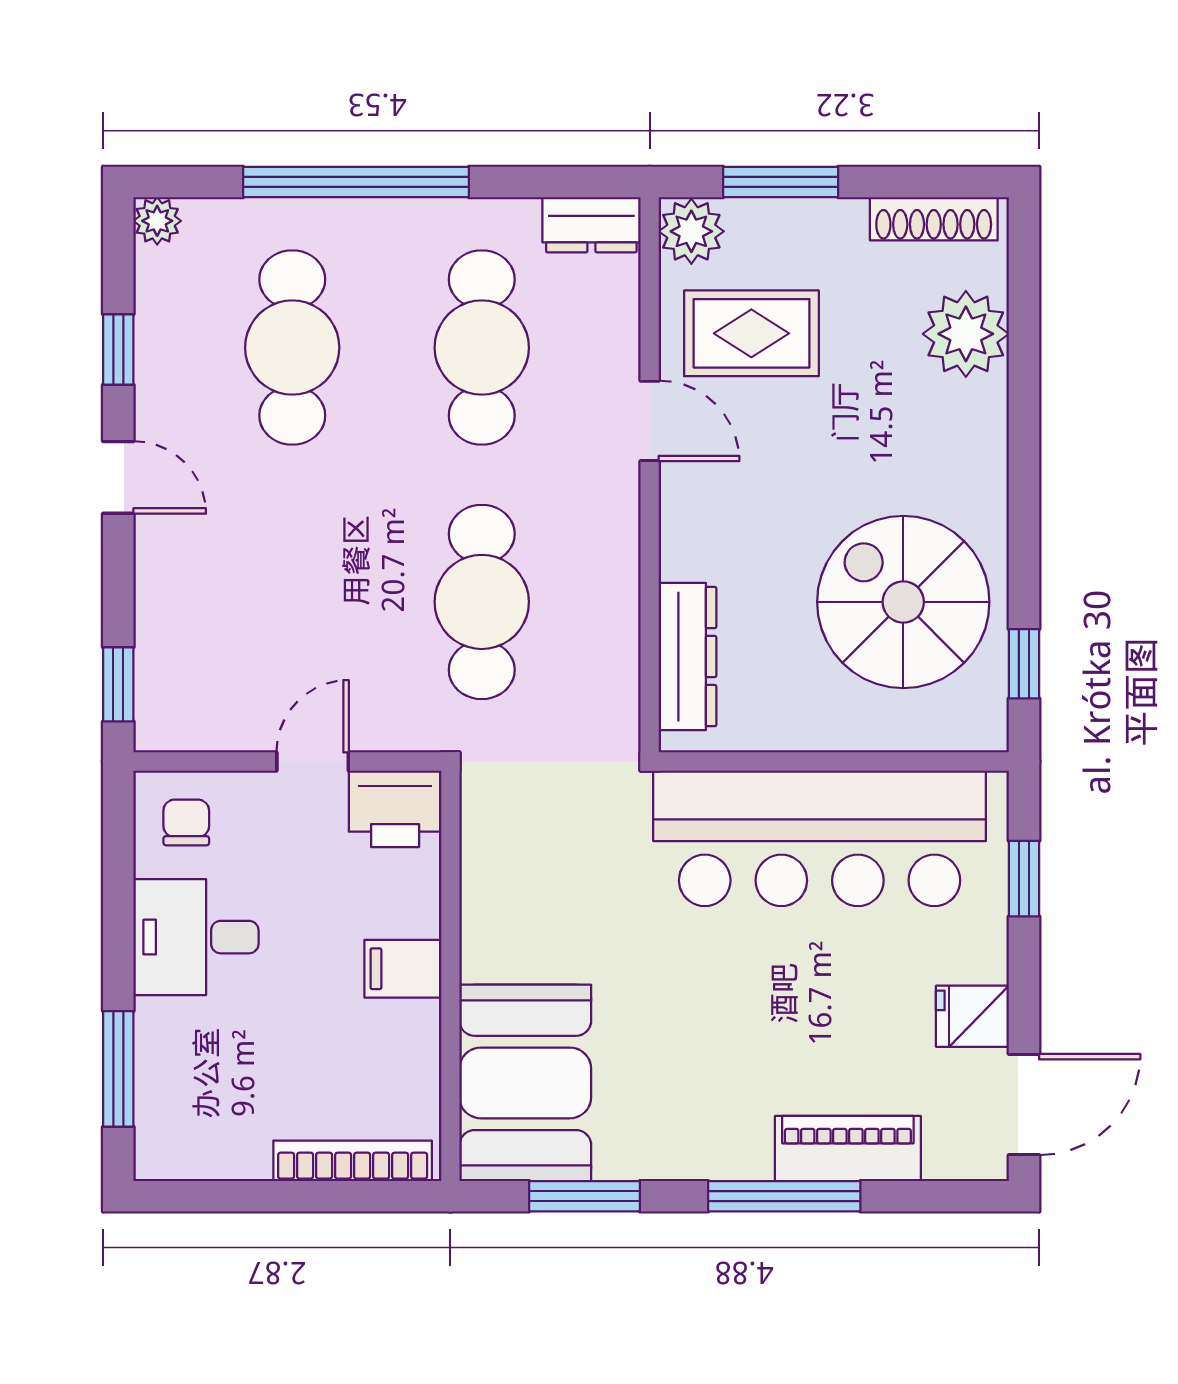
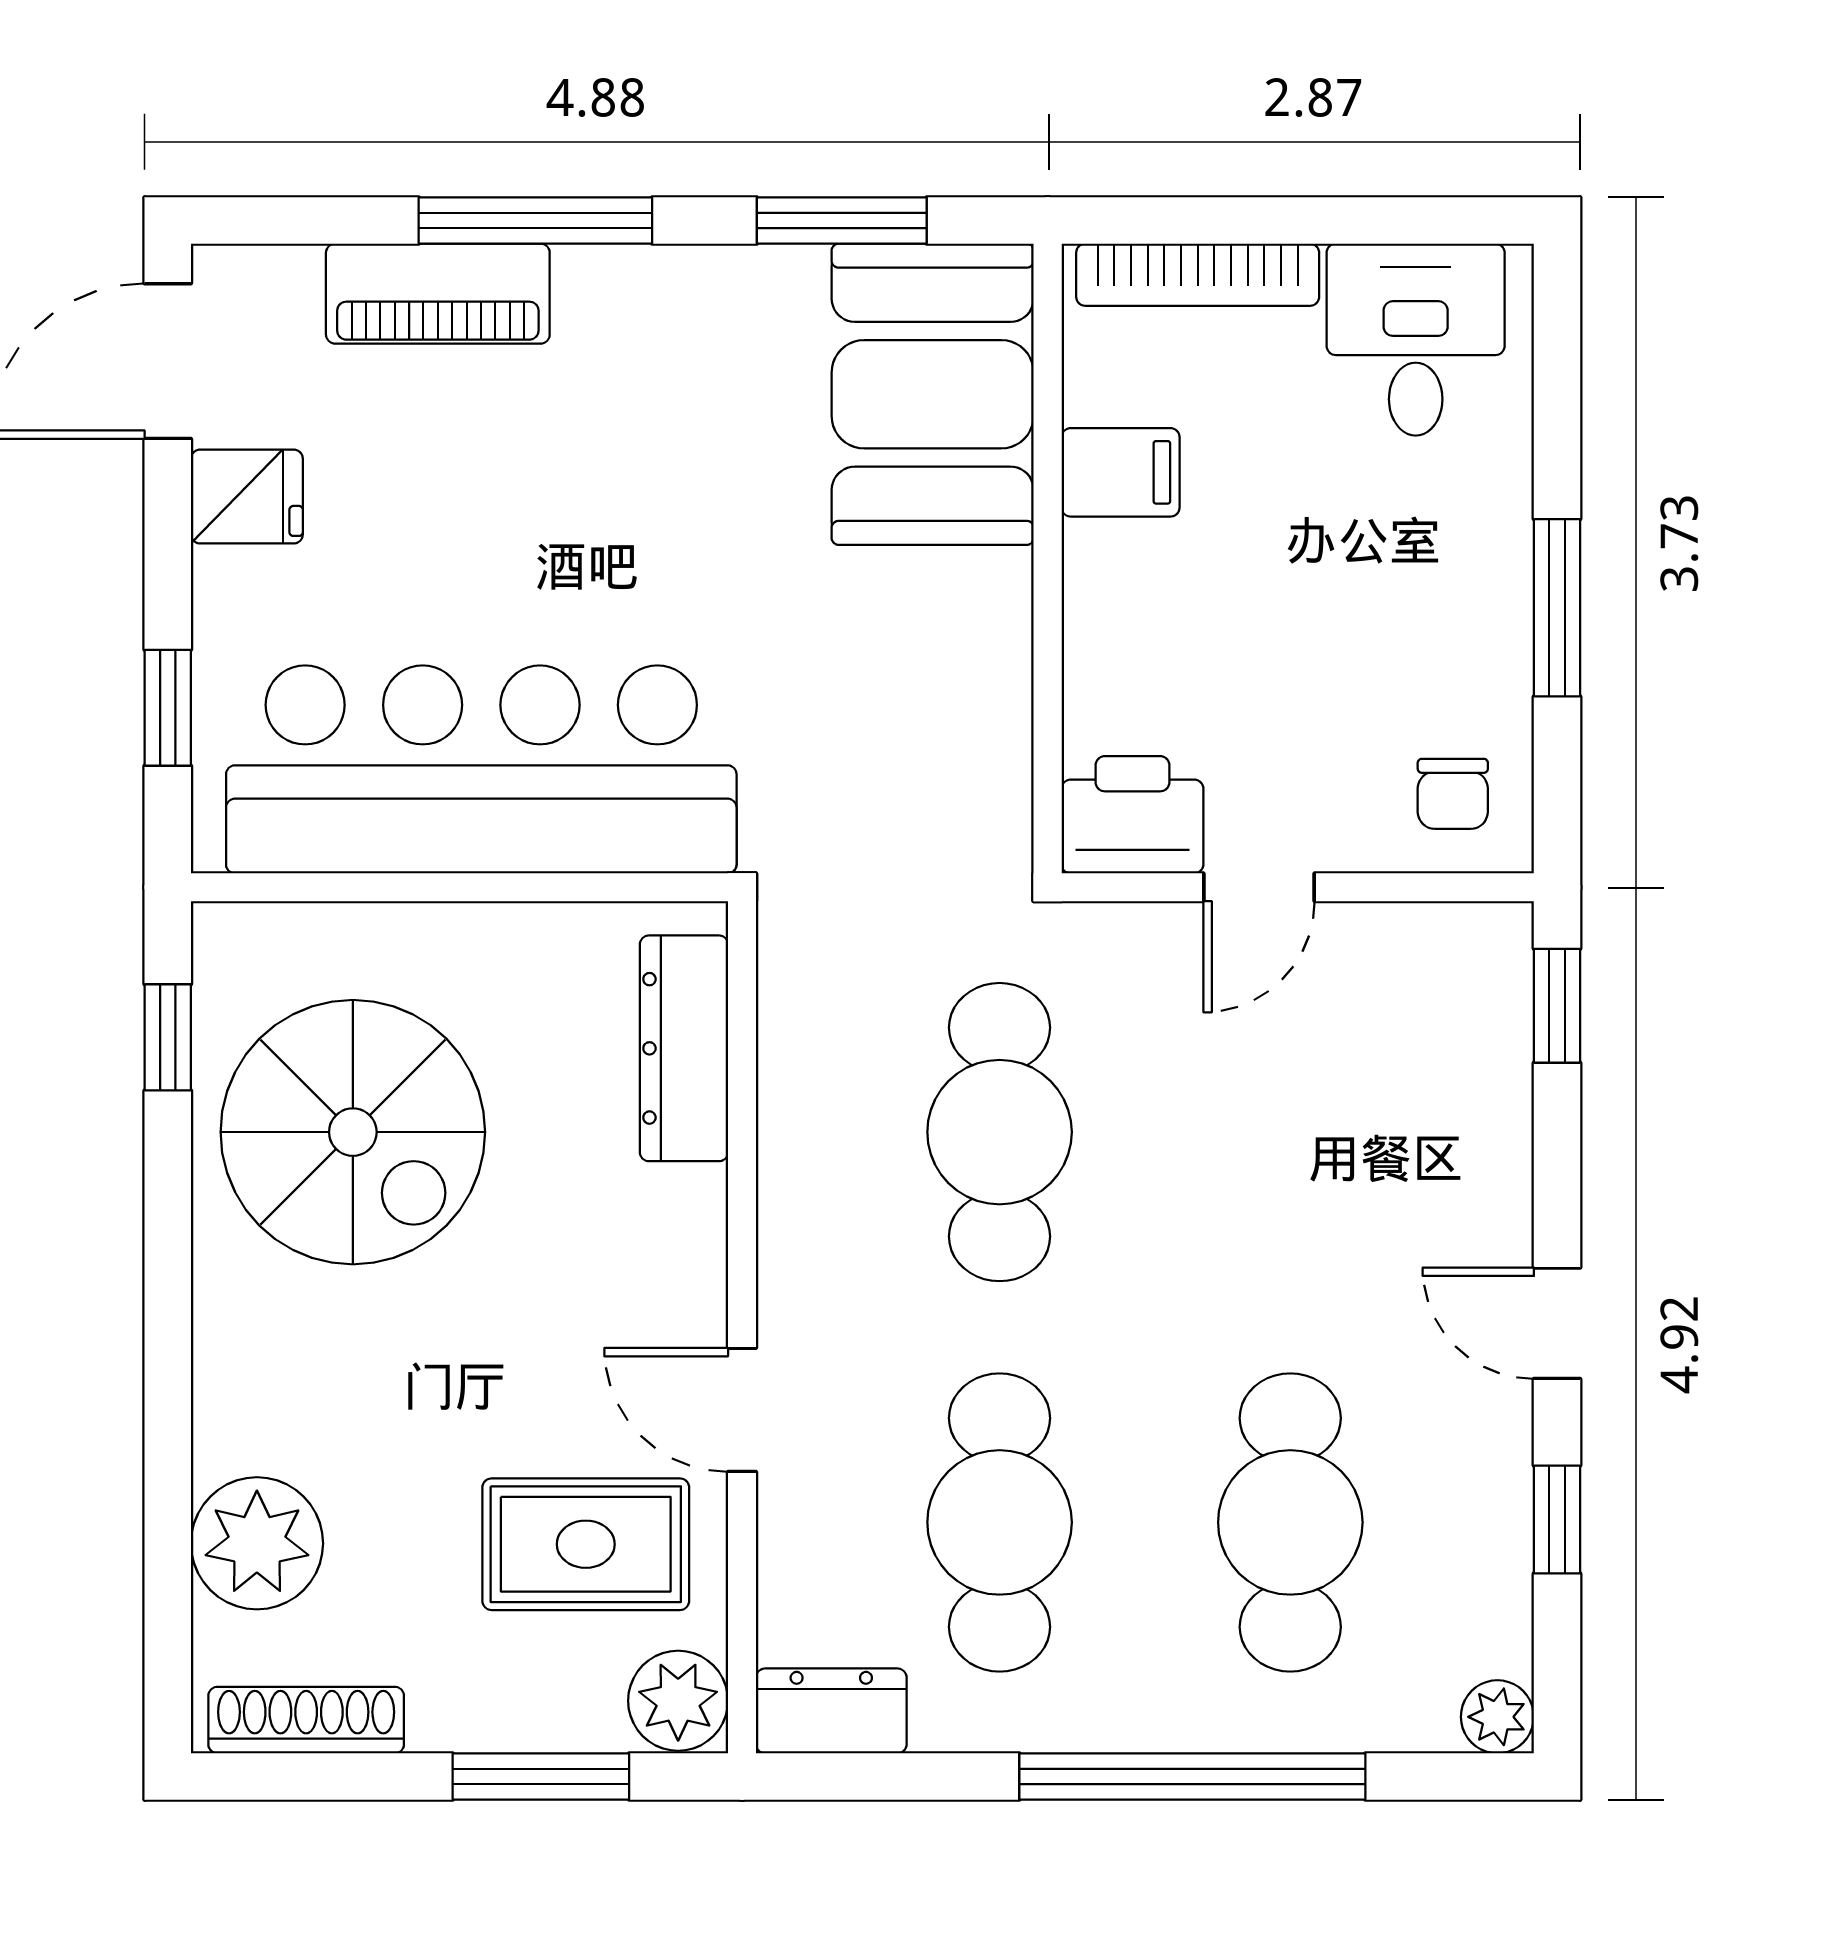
desk: (196, 937) -> (1416, 340), moved, turned -90
filing cabinet: (403, 969) -> (1121, 472), moved
window: (118, 1069) -> (1557, 608), moved

